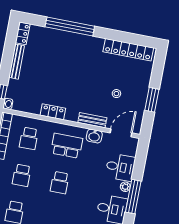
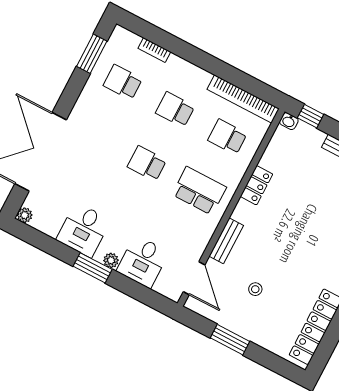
washbasin: (94, 136) -> (201, 237), removed
school desk: (67, 146) -> (199, 191), turned -90
window: (133, 197) -> (93, 268), width x0.69

